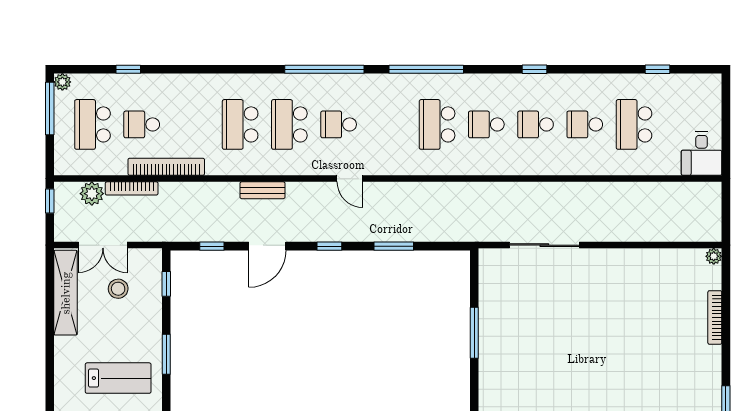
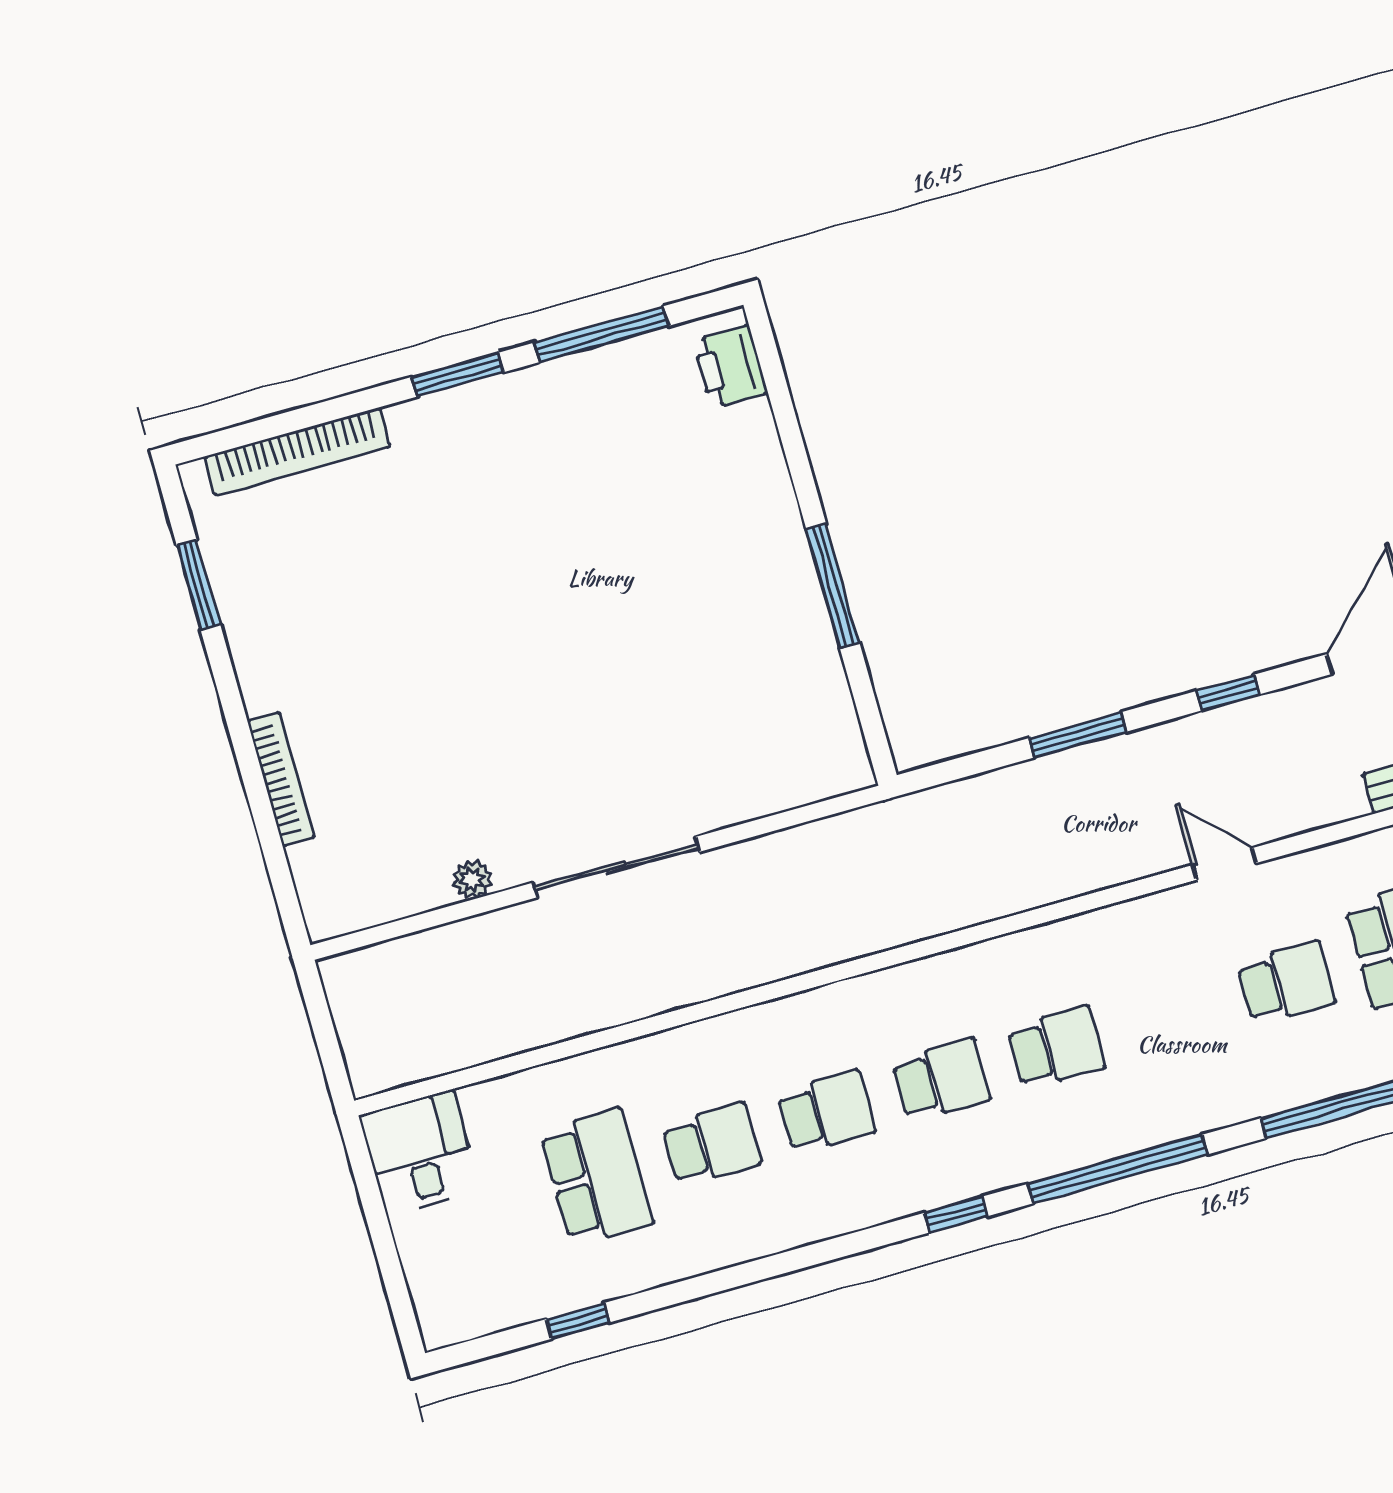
window: (534, 69) -> (956, 1215), moved
school desk: (437, 124) -> (1056, 1047), width x0.54
sliding door: (544, 245) -> (616, 867), moved
plant: (714, 256) -> (472, 880), moved

